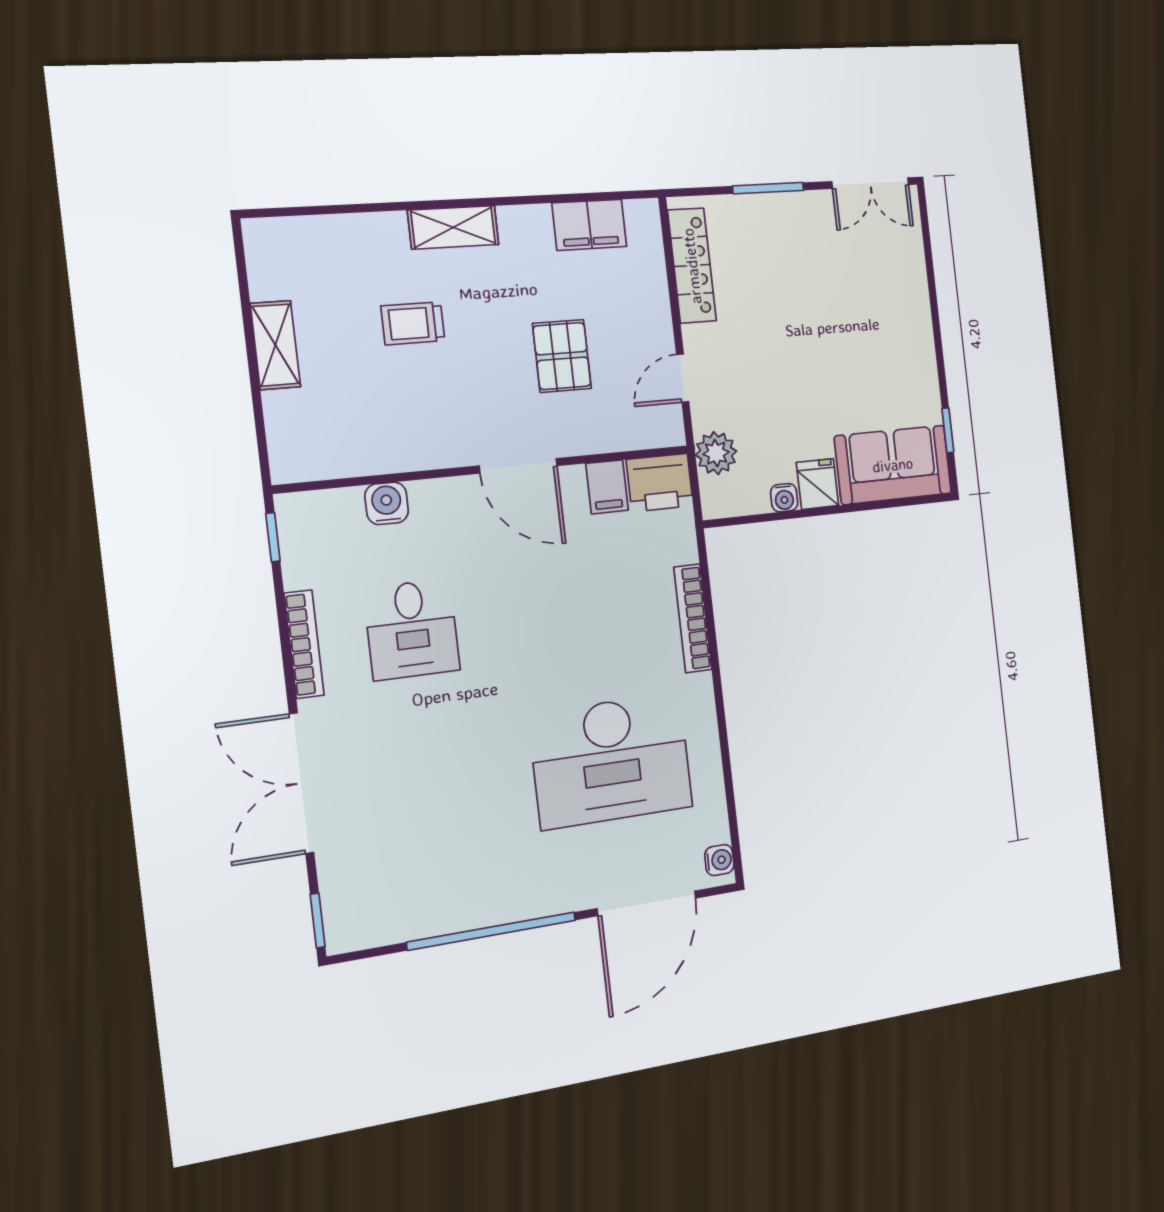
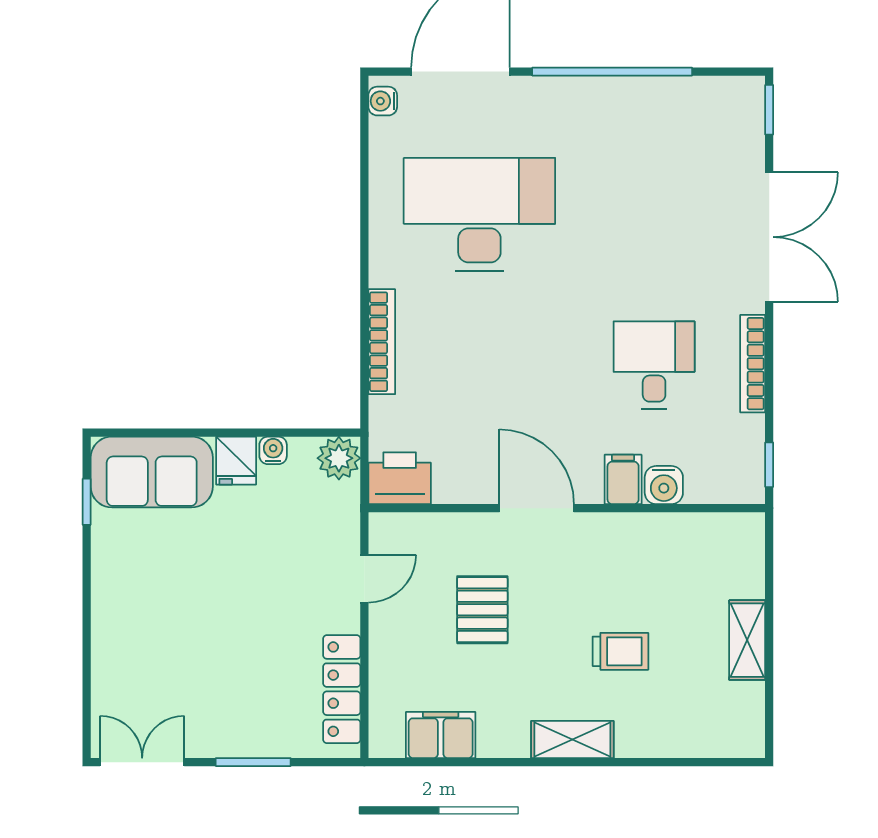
plant: (716, 453) -> (339, 458), moved
filing cabinet: (607, 487) -> (623, 479), moved

